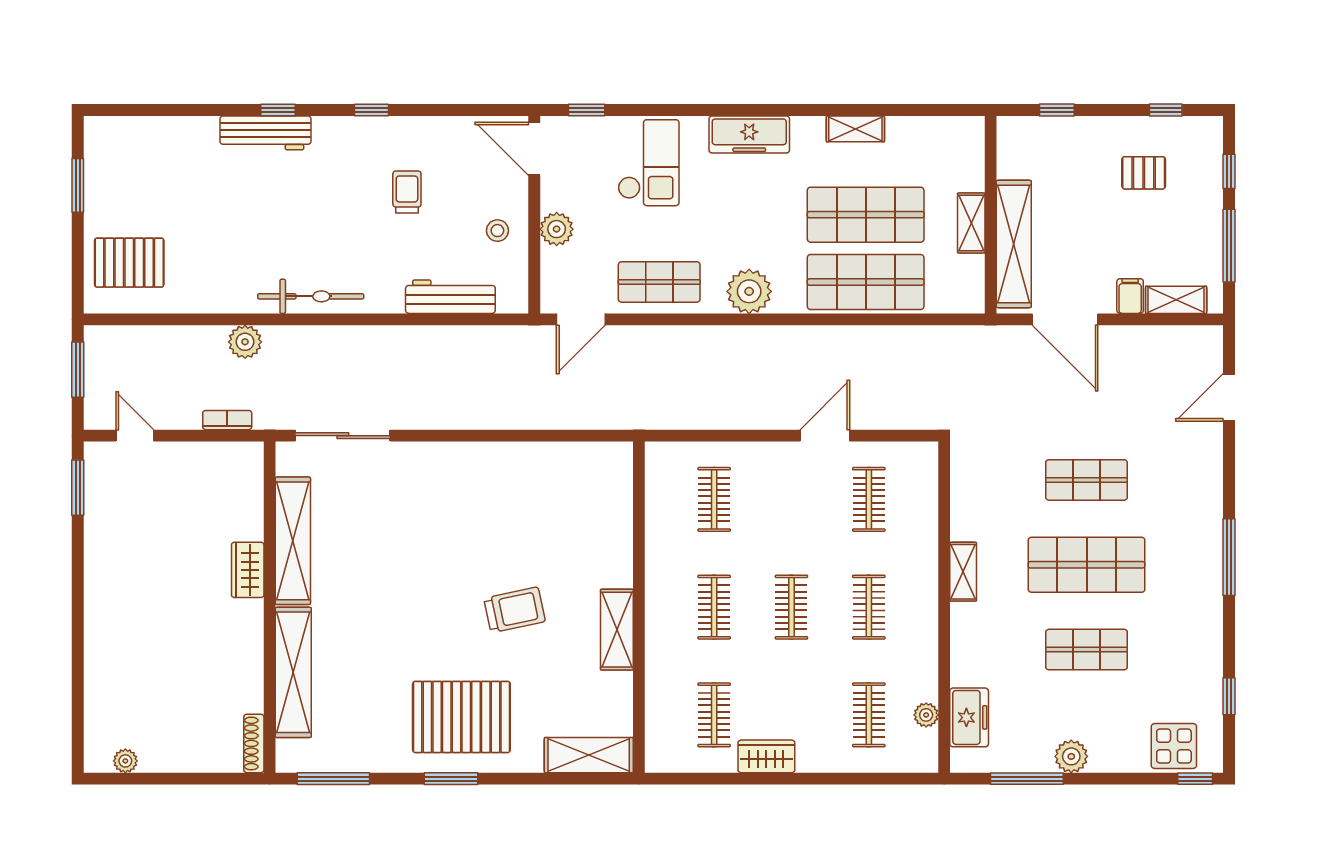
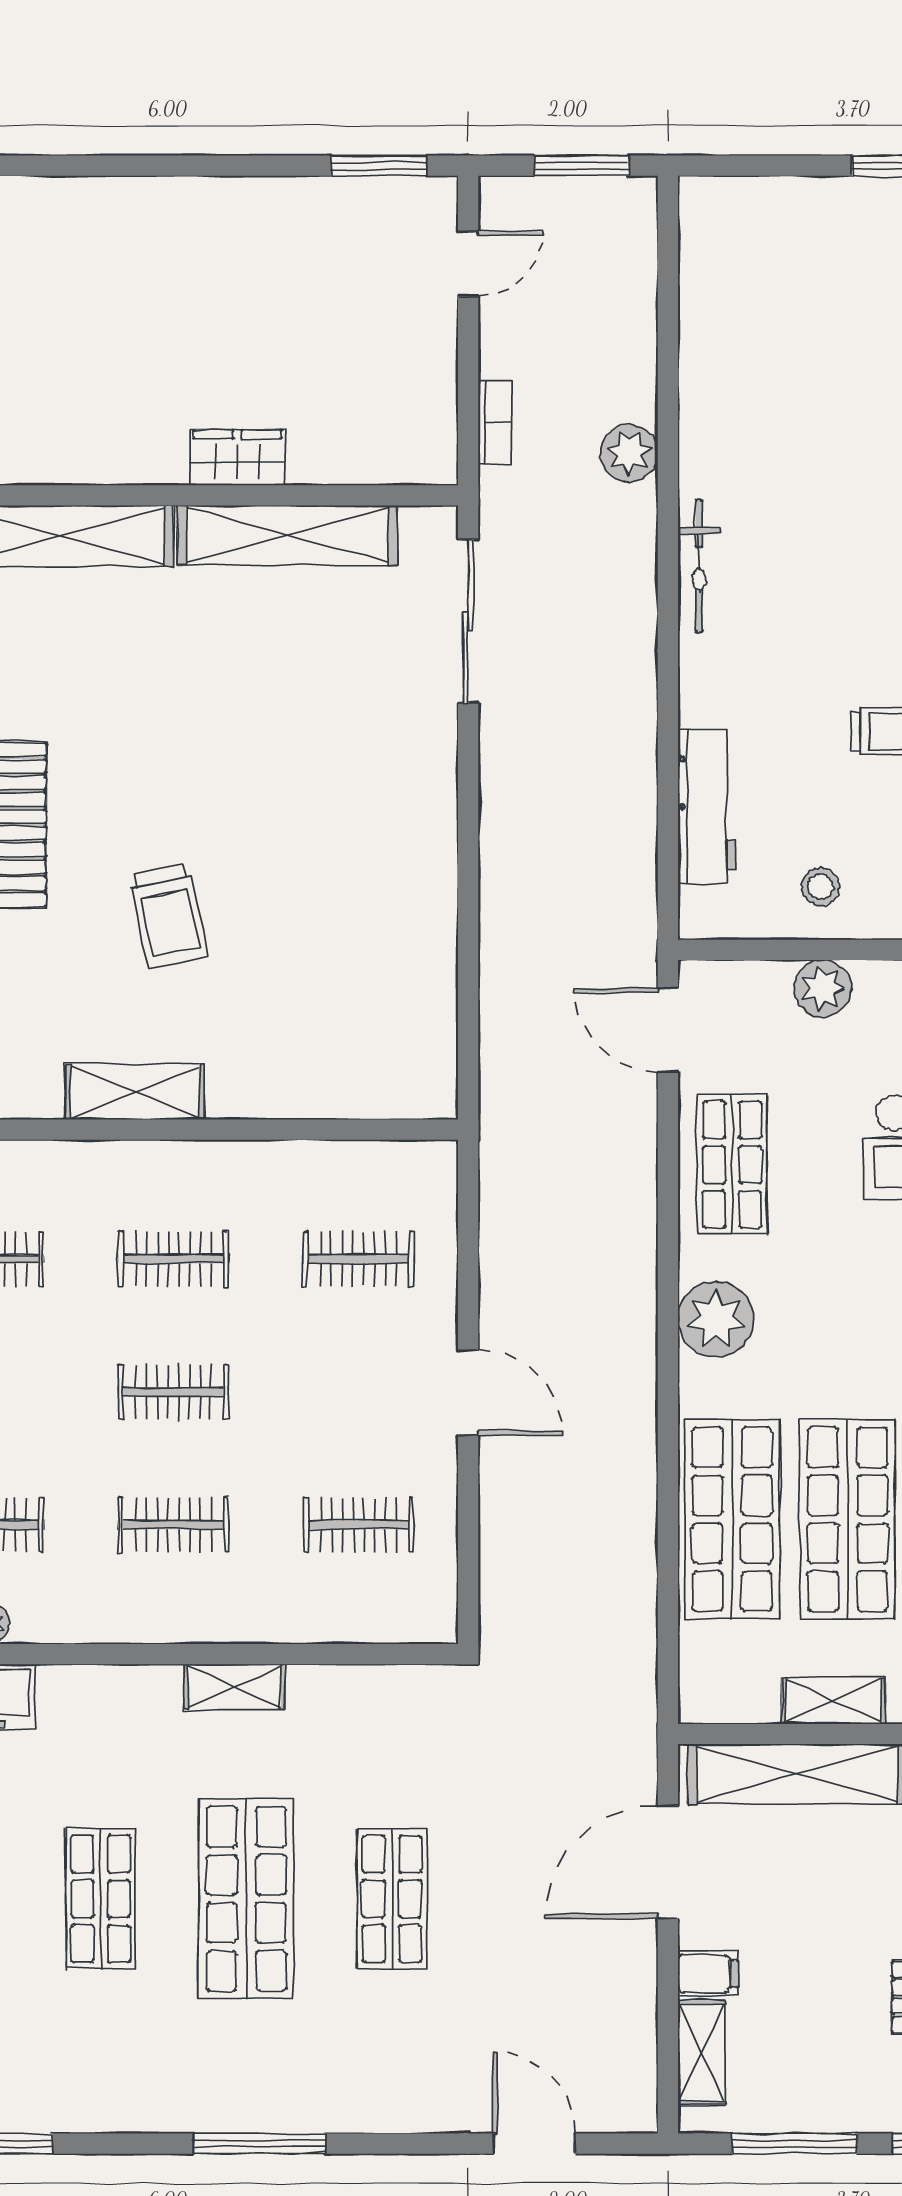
pallet: (129, 263) -> (765, 254), removed
bicycle: (311, 296) -> (699, 566), width x0.73, depth x0.71
door: (825, 436) -> (468, 1392), moved

